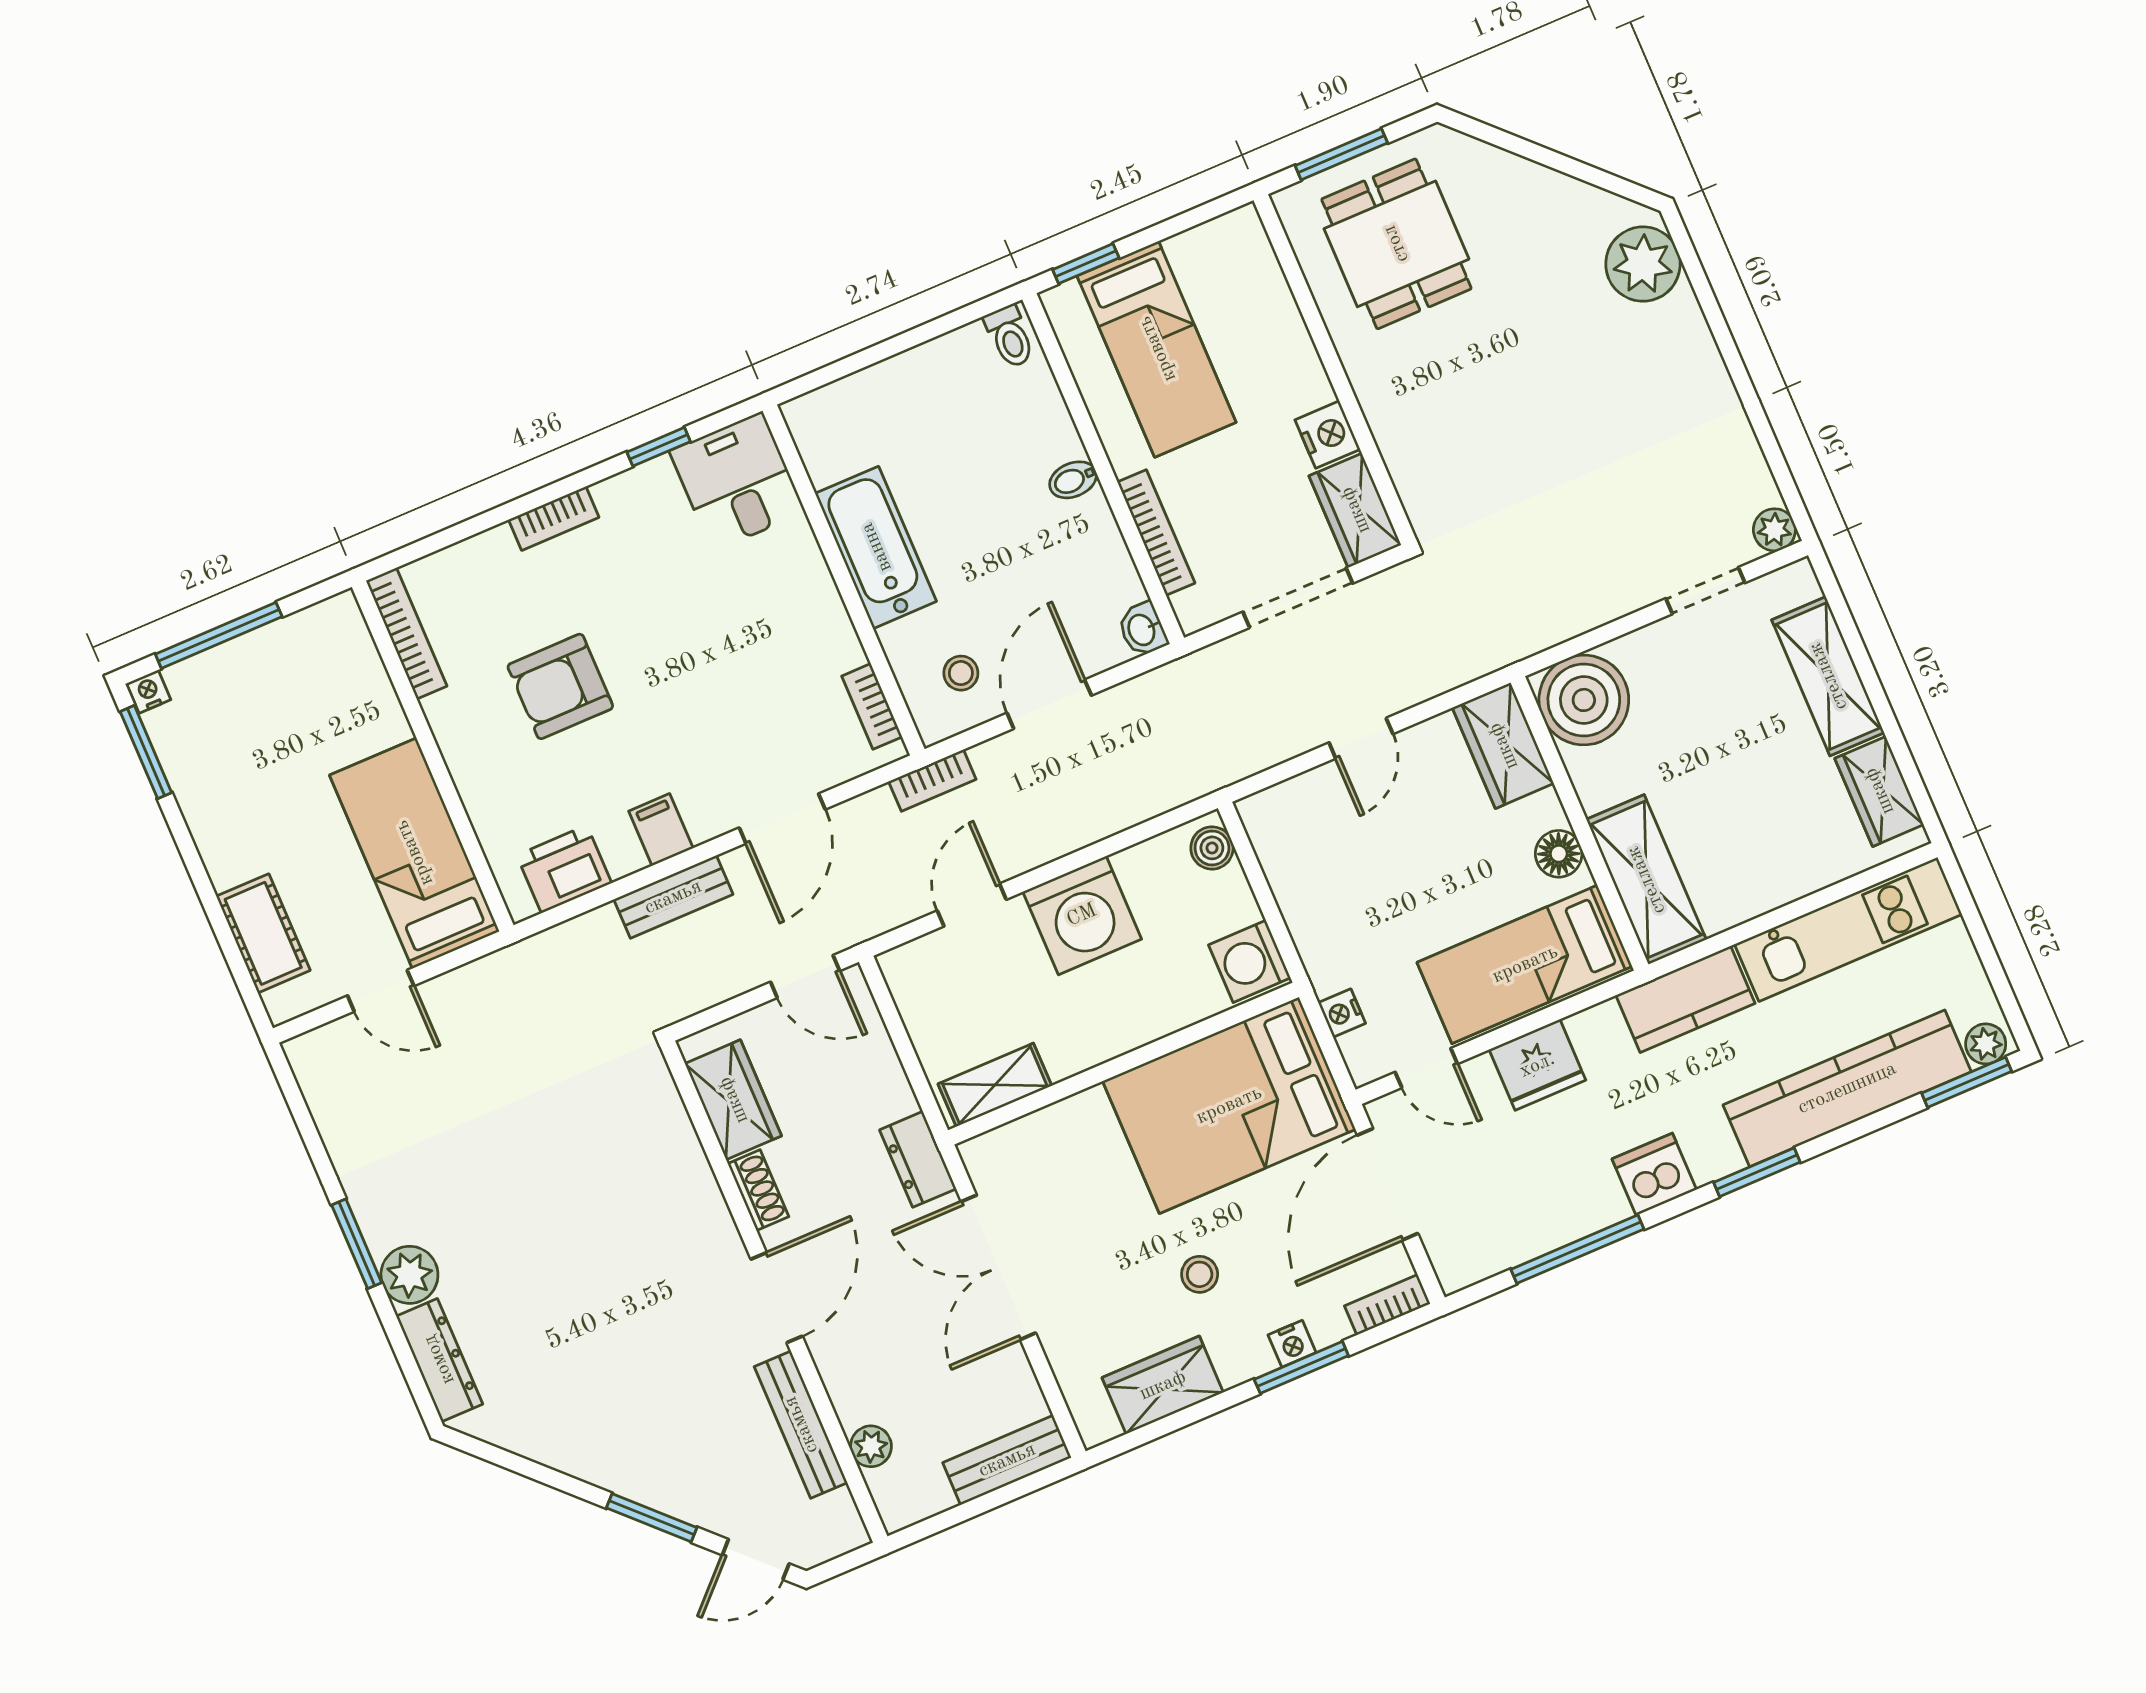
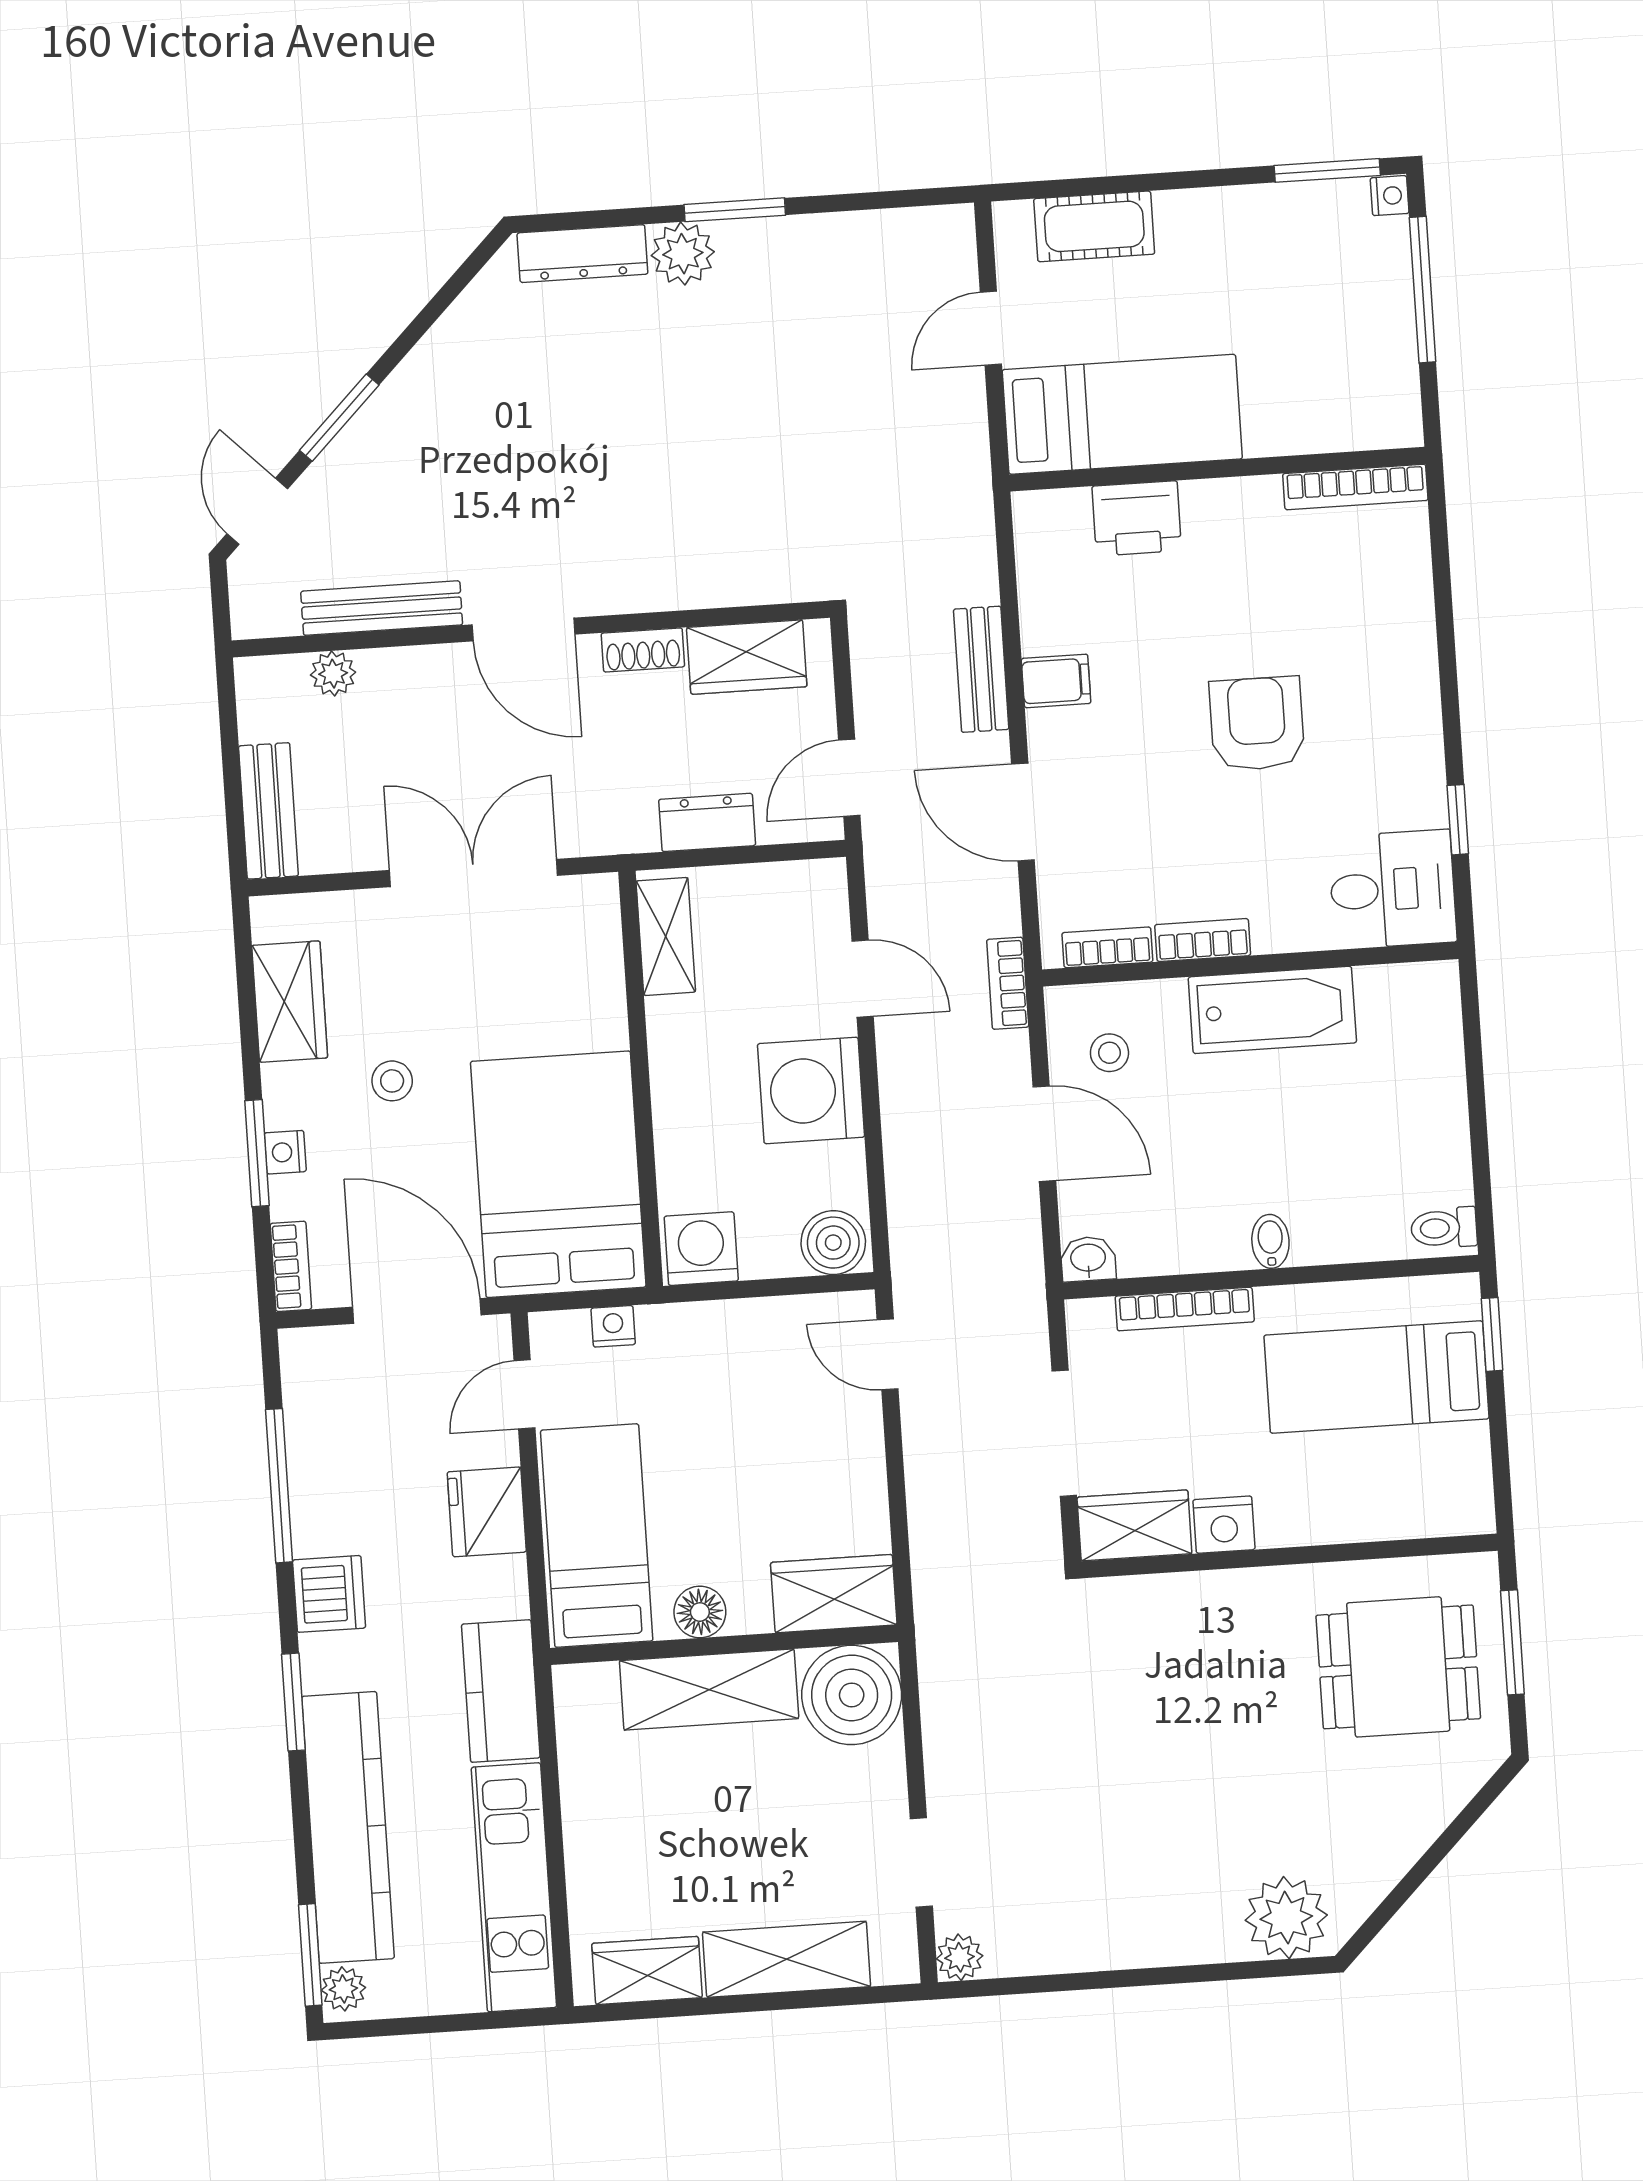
bookcase: (554, 518) -> (1203, 940), moved, turned 90
armchair: (560, 686) -> (1257, 724), moved
door: (1361, 738) -> (888, 1354), moved
boiler: (1212, 848) -> (833, 1243), width x1.36, depth x1.36
printer: (564, 869) -> (1137, 518), moved, turned 90
shelving: (1646, 880) -> (709, 1690), moved
dresser: (918, 1159) -> (707, 822), moved

